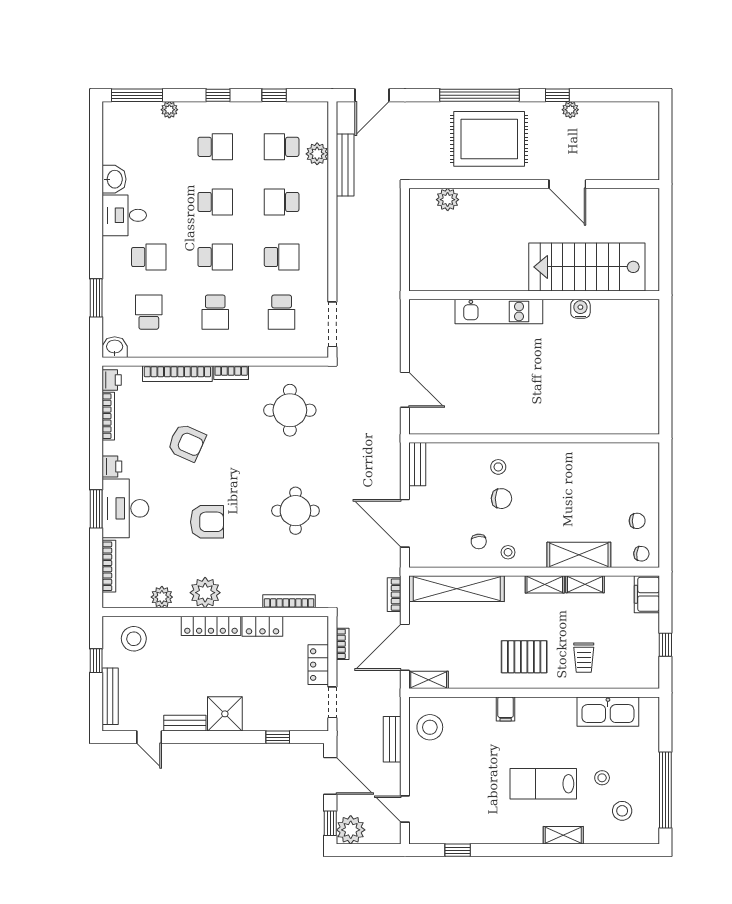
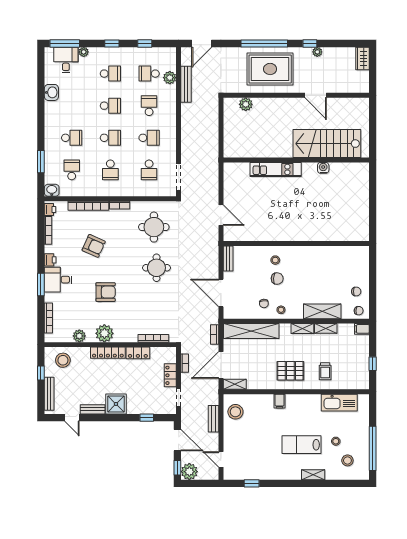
wardrobe: (648, 121) -> (362, 59), added
school desk: (282, 202) -> (149, 106), turned 90
desk: (124, 215) -> (66, 60), moved, turned 90
desk: (125, 508) -> (58, 280), width x0.73
round table: (295, 511) -> (156, 268), moved
filing cabinet: (647, 594) -> (362, 329), width x0.50

